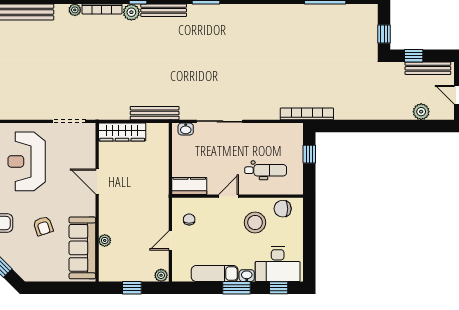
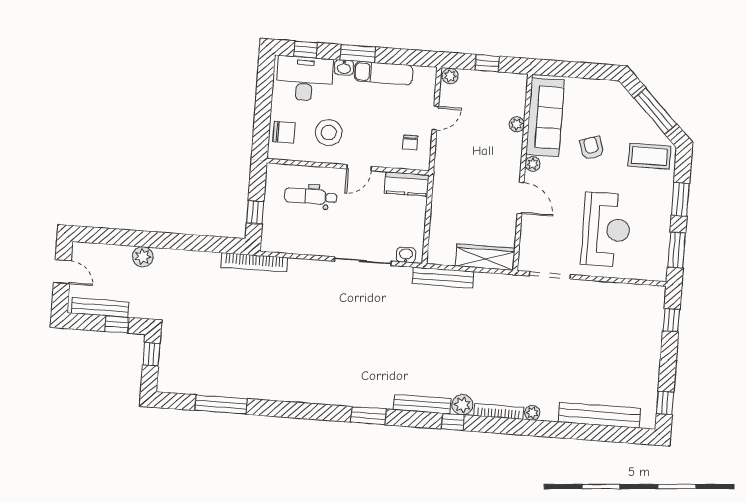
plant: (421, 112) -> (143, 257), moved
chair: (283, 209) -> (284, 132), moved
plant: (90, 210) -> (533, 164), added

